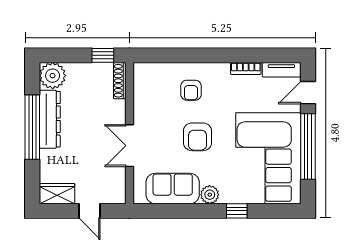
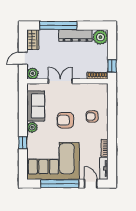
window: (32, 127) -> (58, 25), moved
plant: (116, 194) -> (33, 73), added

